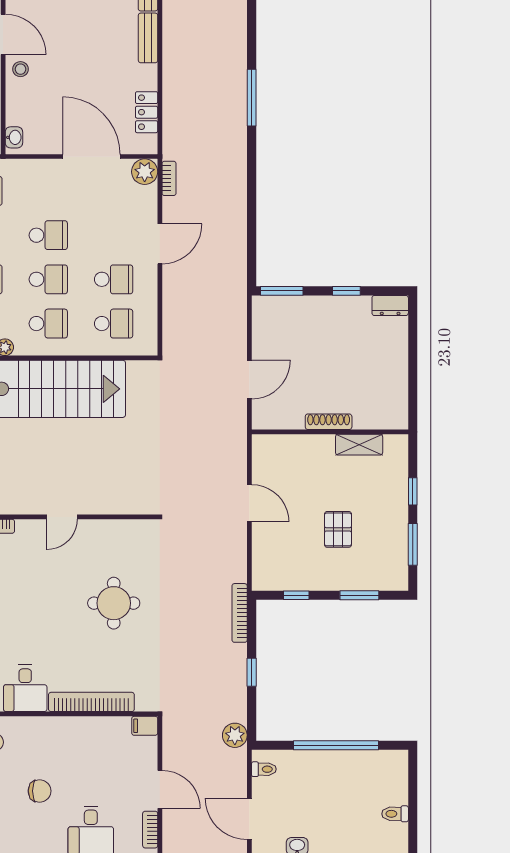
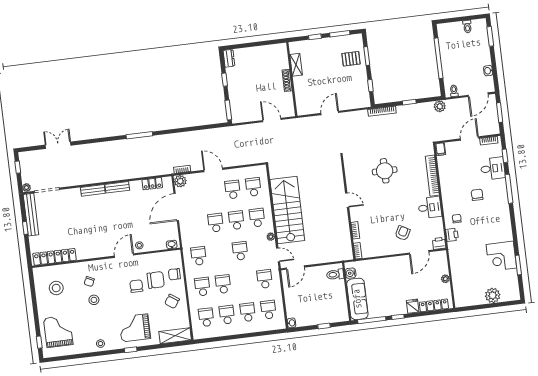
pallet: (338, 529) -> (351, 59), moved

